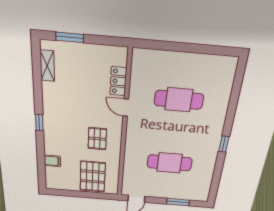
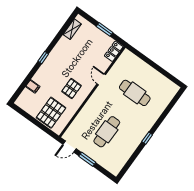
window: (70, 37) -> (104, 29), moved
locker: (118, 81) -> (114, 51), moved
cafe table: (170, 163) -> (107, 132), turned 90
window: (178, 202) -> (87, 159), moved

